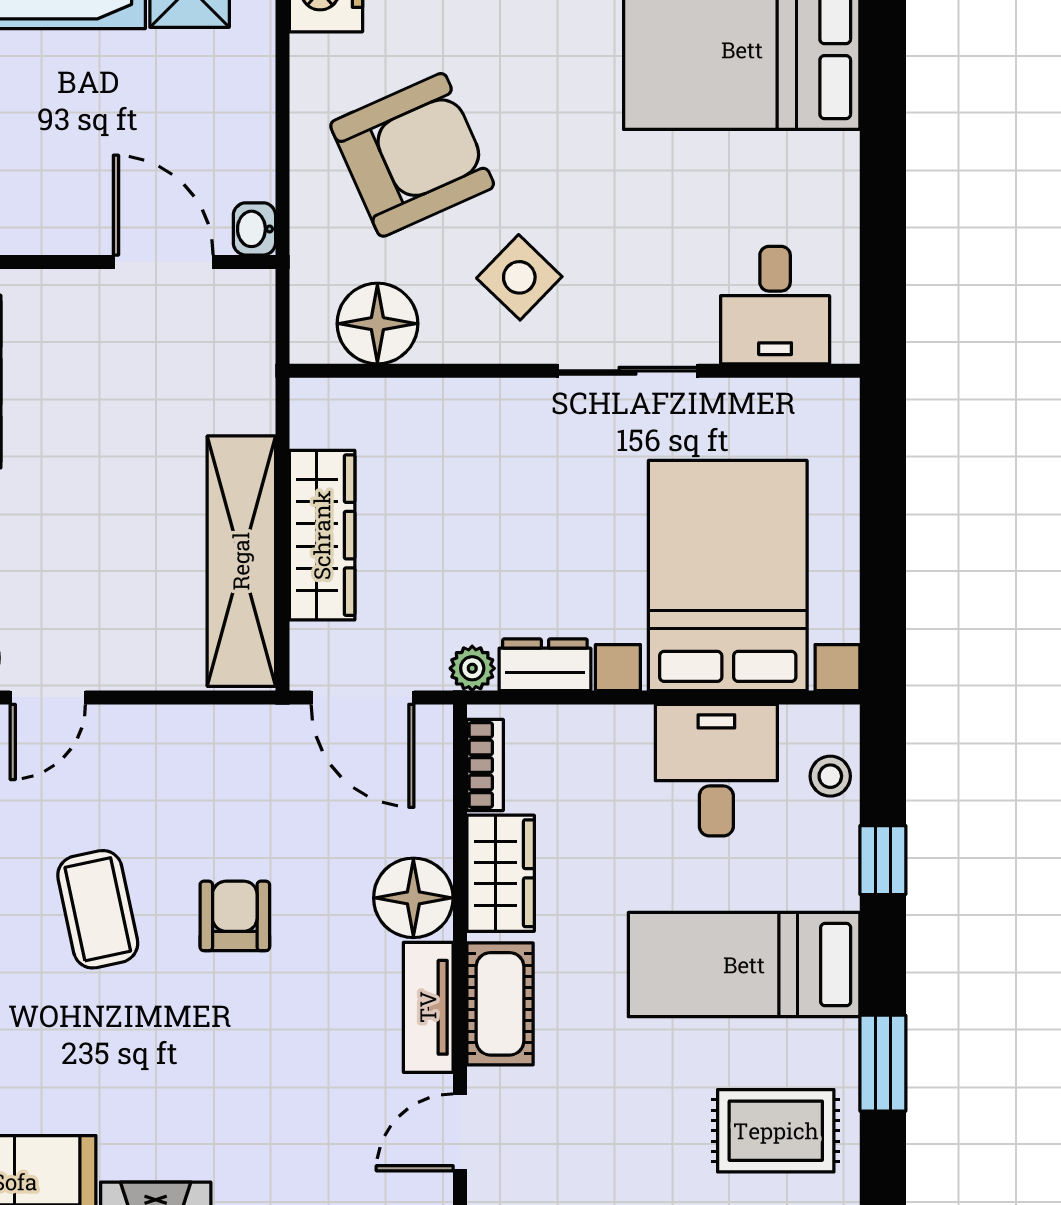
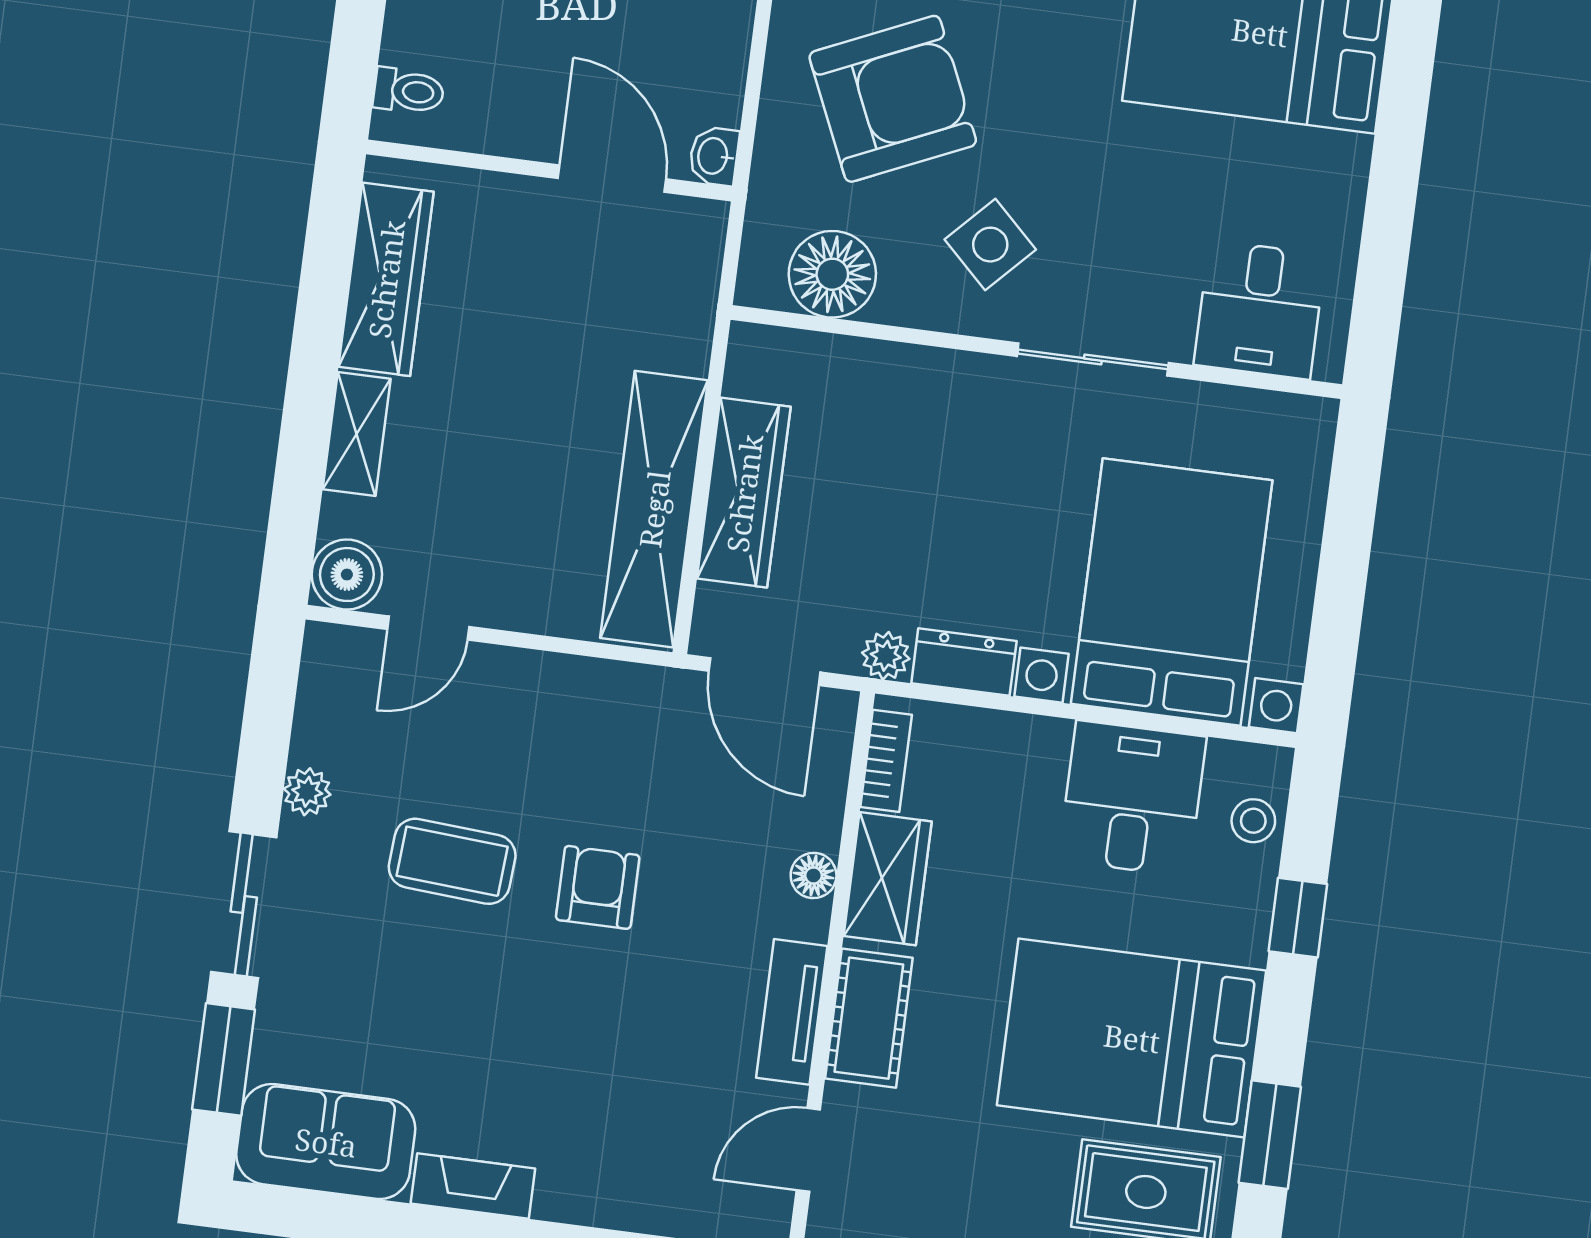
floor lamp: (413, 898) -> (814, 875), width x0.53, depth x0.53
coffee table: (98, 909) -> (452, 861), turned -74
bed: (744, 965) -> (1132, 1038), width x1.50

